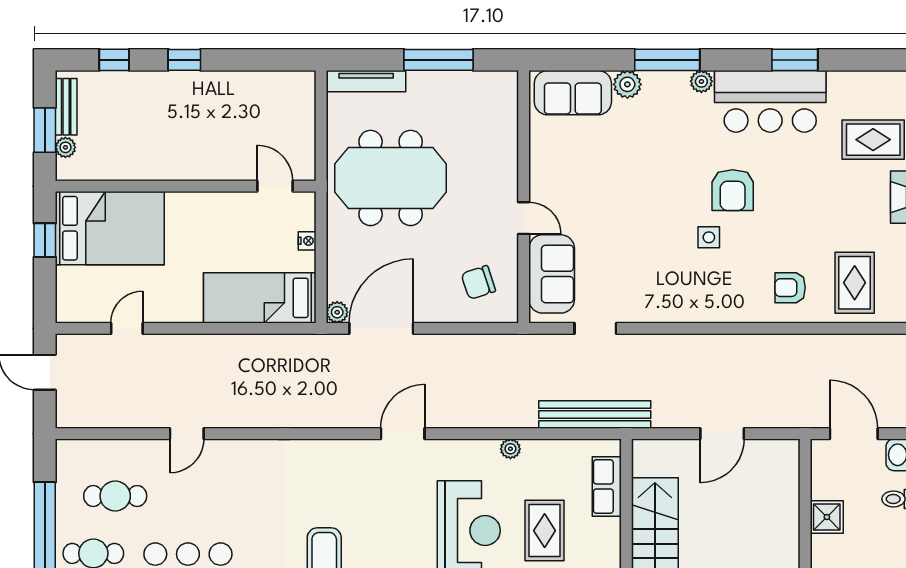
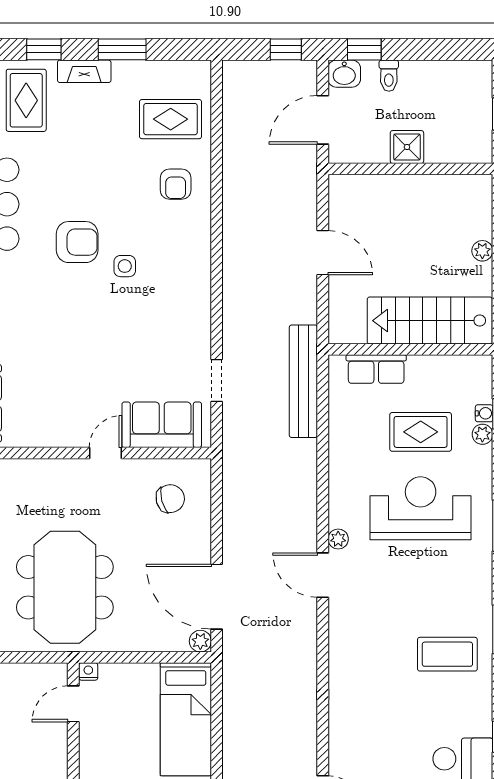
nightstand: (307, 241) -> (88, 671), moved
chair: (478, 282) -> (170, 499), turned -87
plant: (510, 449) -> (338, 539), moved

